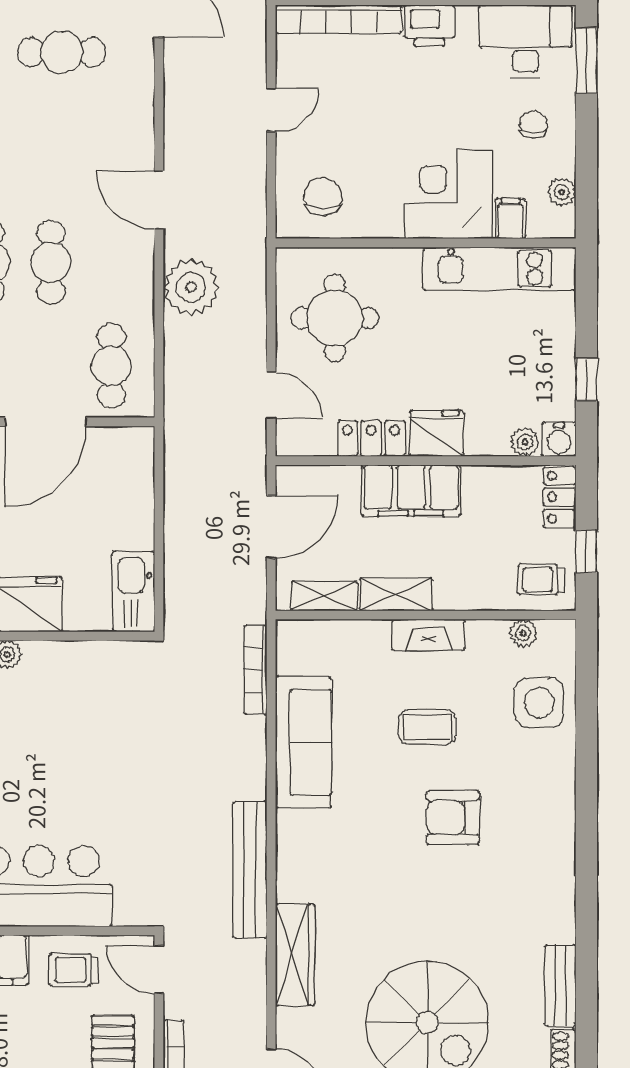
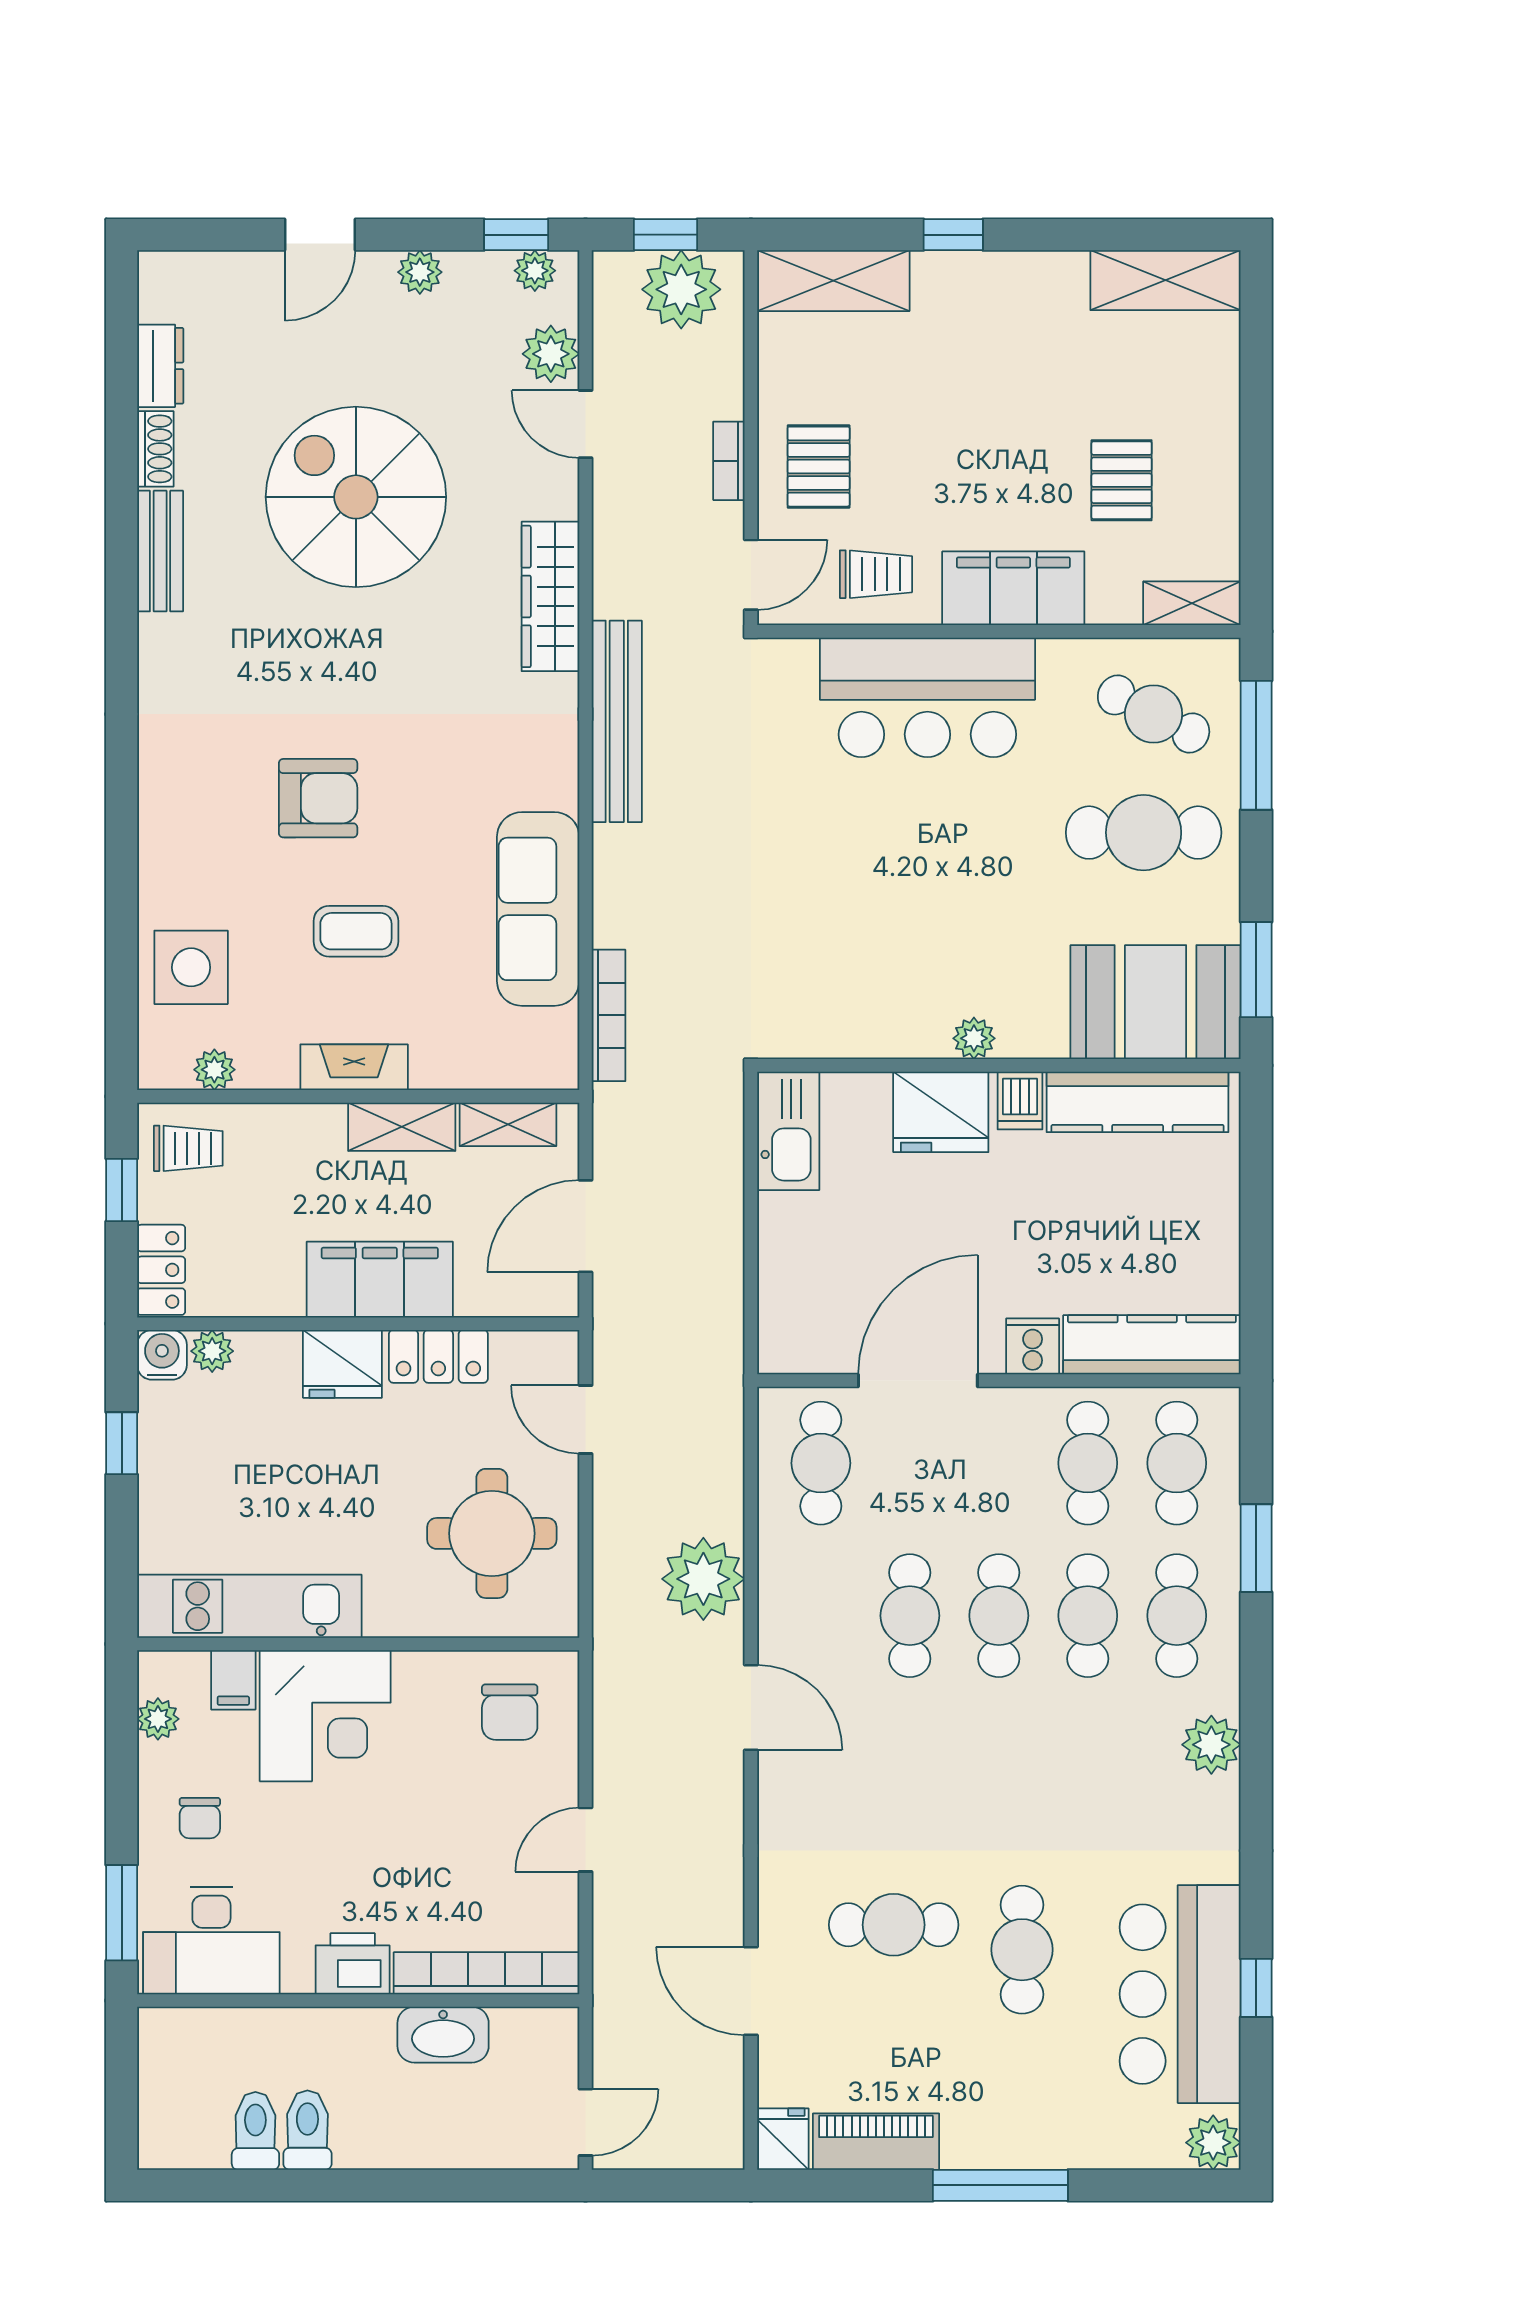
door: (159, 969) -> (751, 575), hinge flipped

